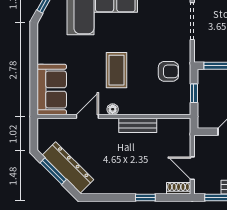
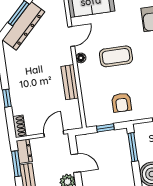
door: (87, 116) -> (71, 37), hinge flipped
door: (192, 168) -> (54, 134), moved
dresser: (207, 187) -> (24, 151), added

